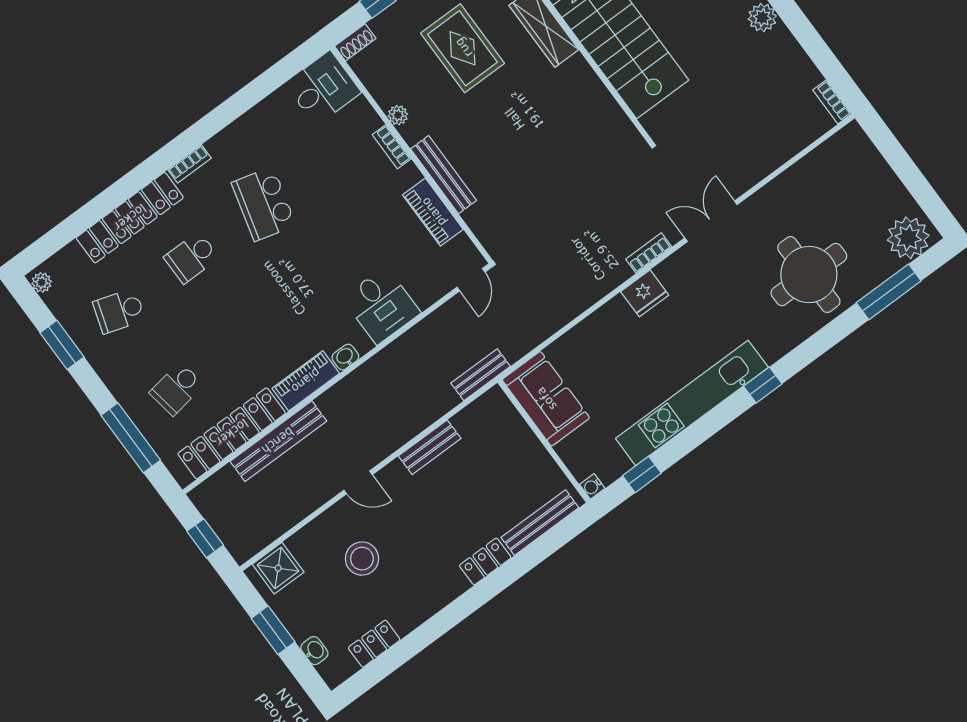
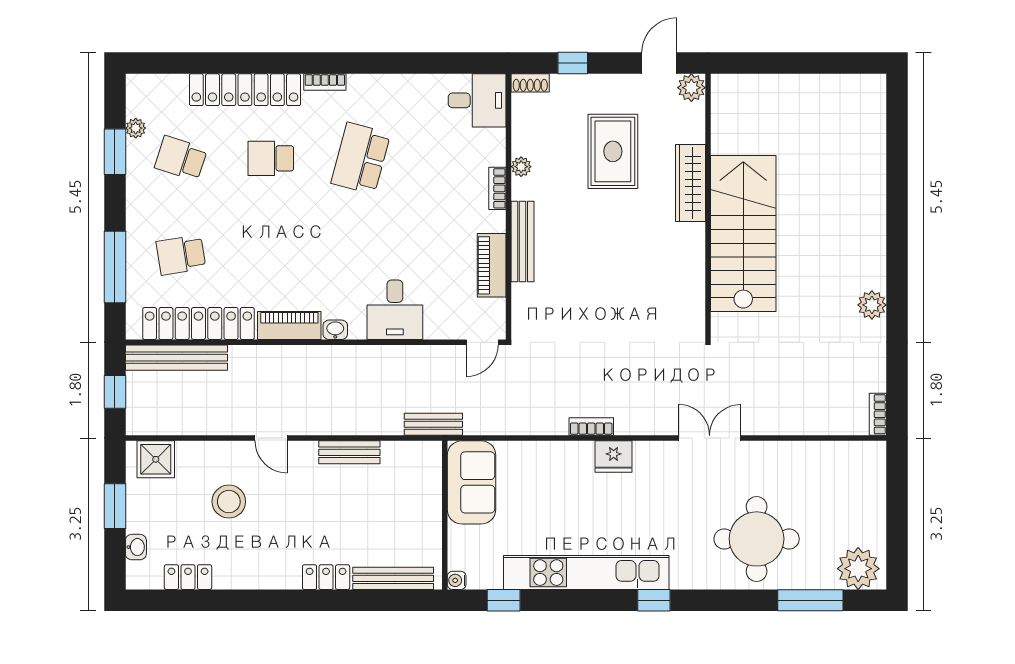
bookcase: (649, 253) -> (591, 427), moved
plant: (42, 282) -> (136, 128), moved
bench: (278, 441) -> (176, 358), moved

